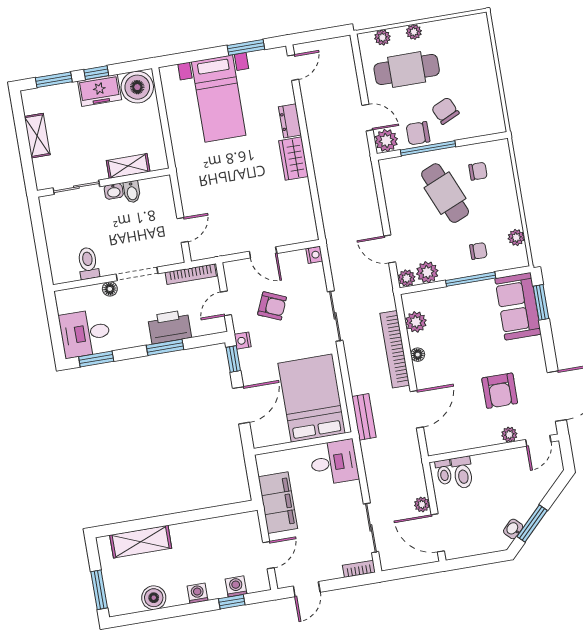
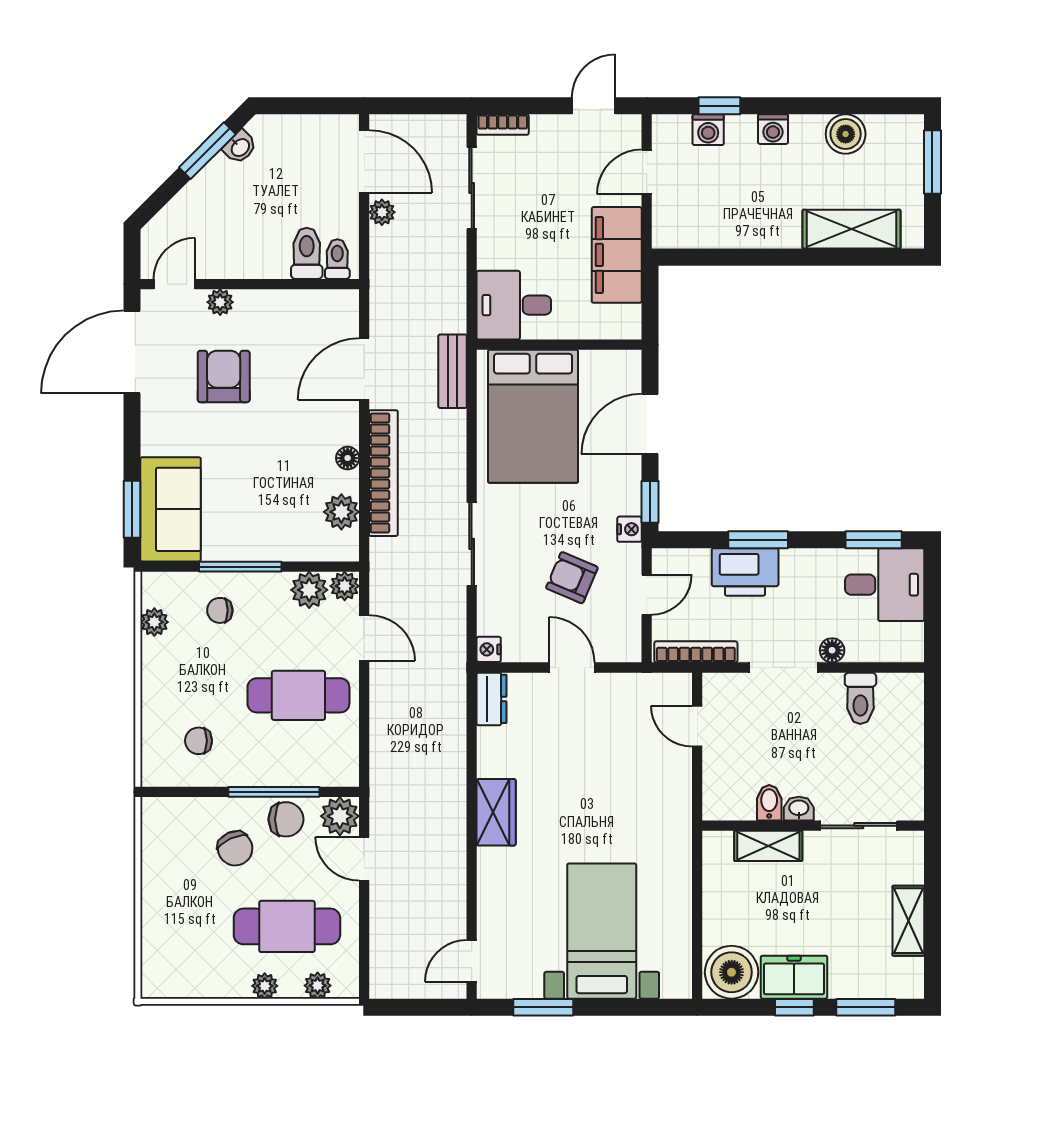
dresser: (290, 121) -> (492, 699), moved
cafe table: (445, 193) -> (298, 695), moved, turned -67
door: (183, 230) -> (697, 726), hinge flipped

